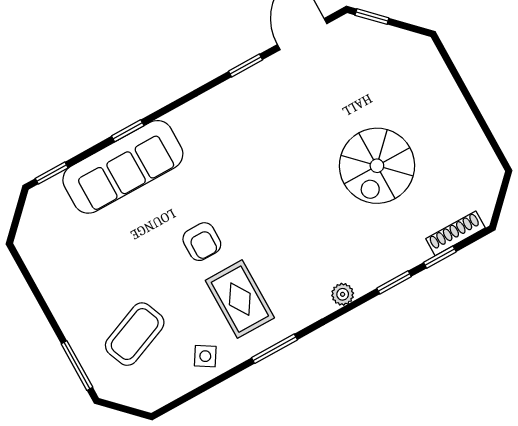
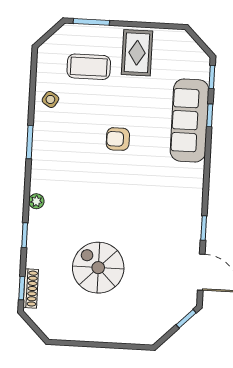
window: (128, 131) -> (210, 115), moved
window: (440, 257) -> (22, 288), moved
rug: (240, 299) -> (137, 53), moved, turned 90
coffee table: (135, 334) -> (89, 67), turned -68

